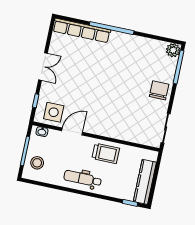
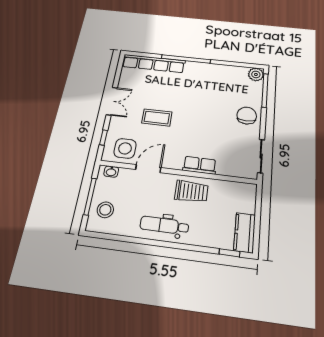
coffee table: (82, 86) -> (157, 117), added
row of seats: (114, 132) -> (200, 165), added
kitchen counter: (145, 182) -> (245, 233), width x0.67

